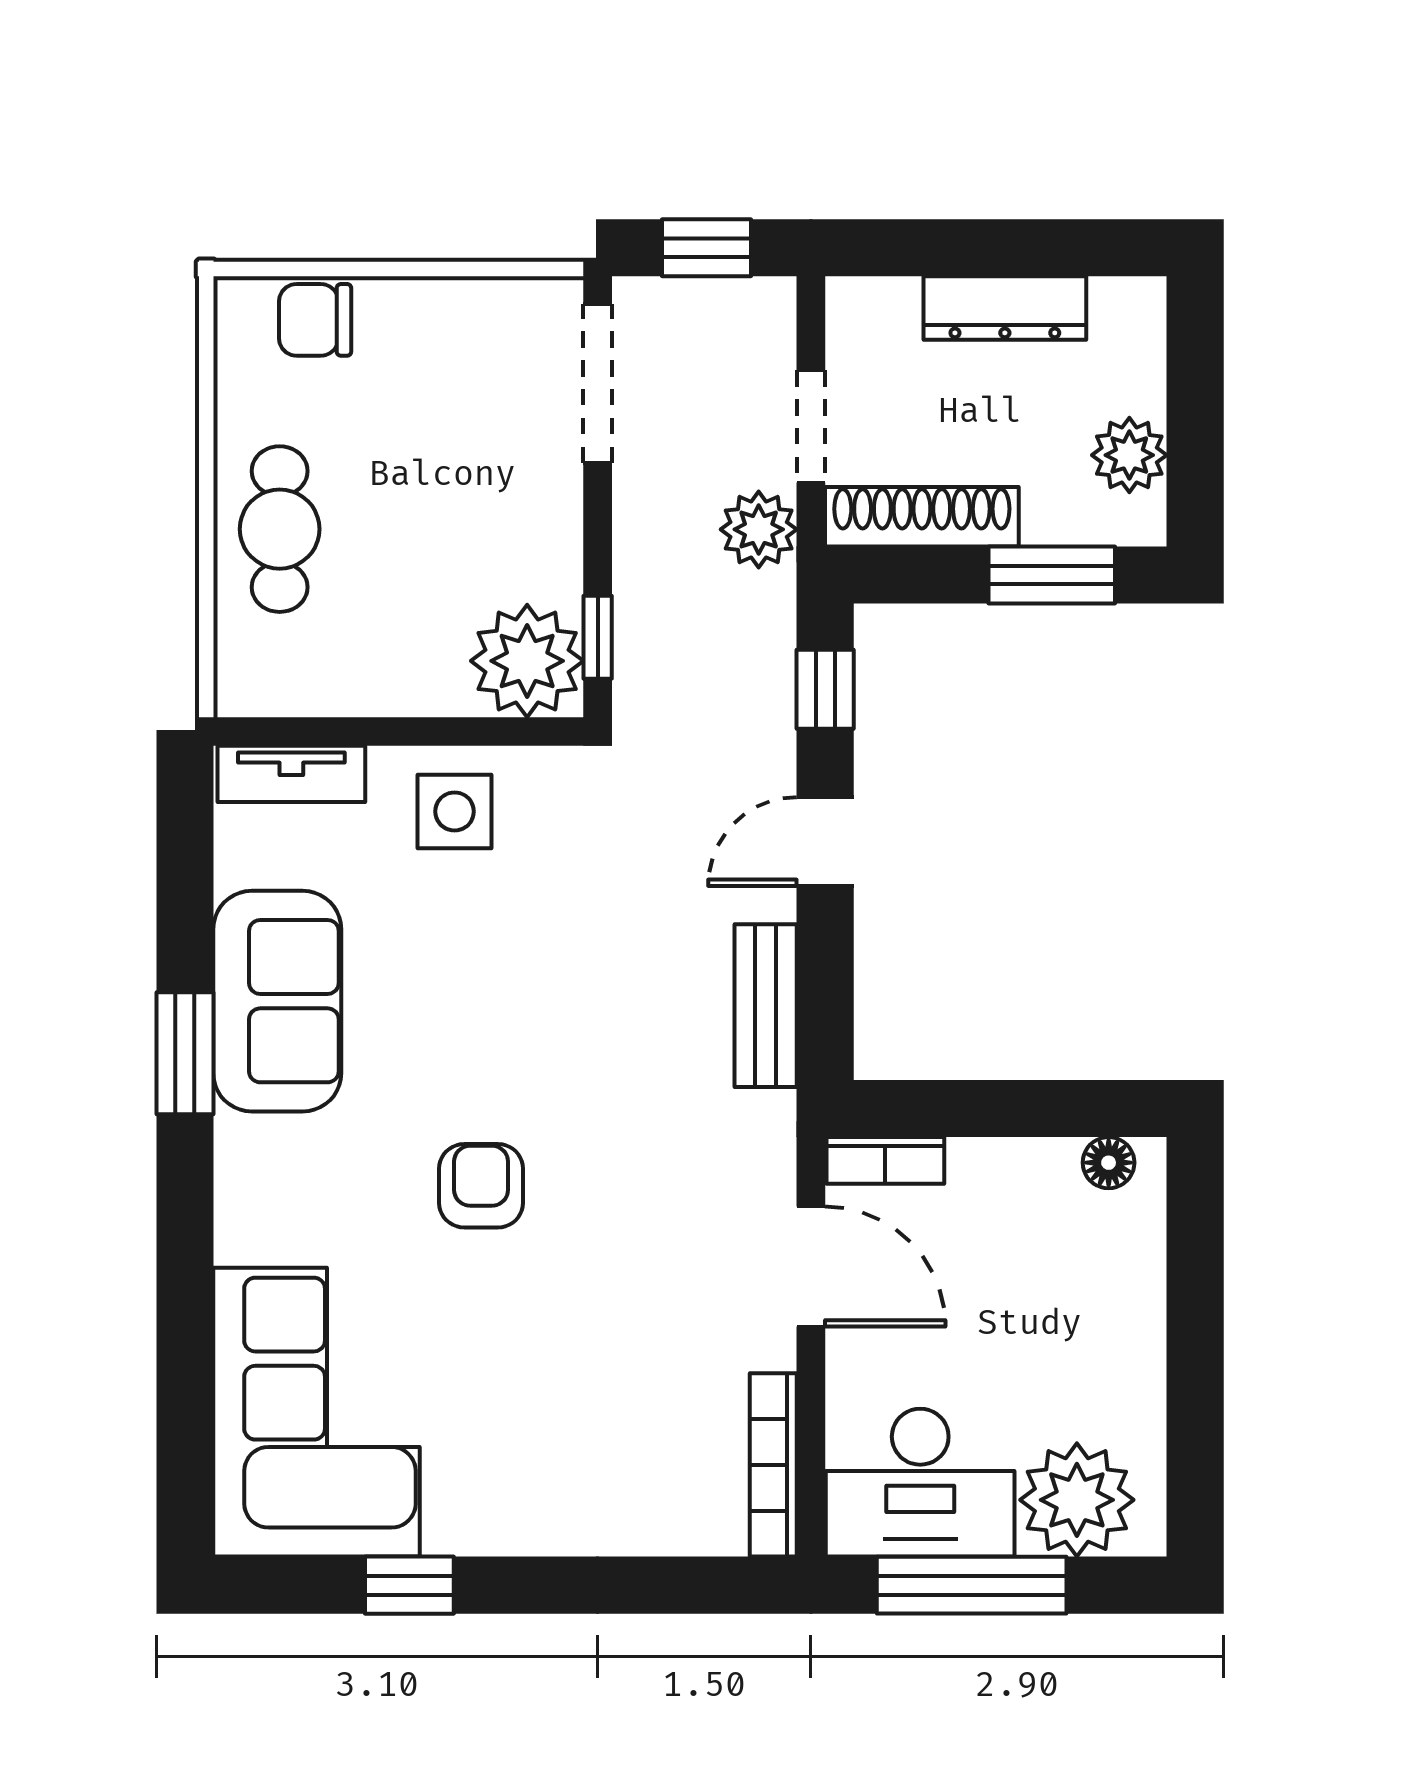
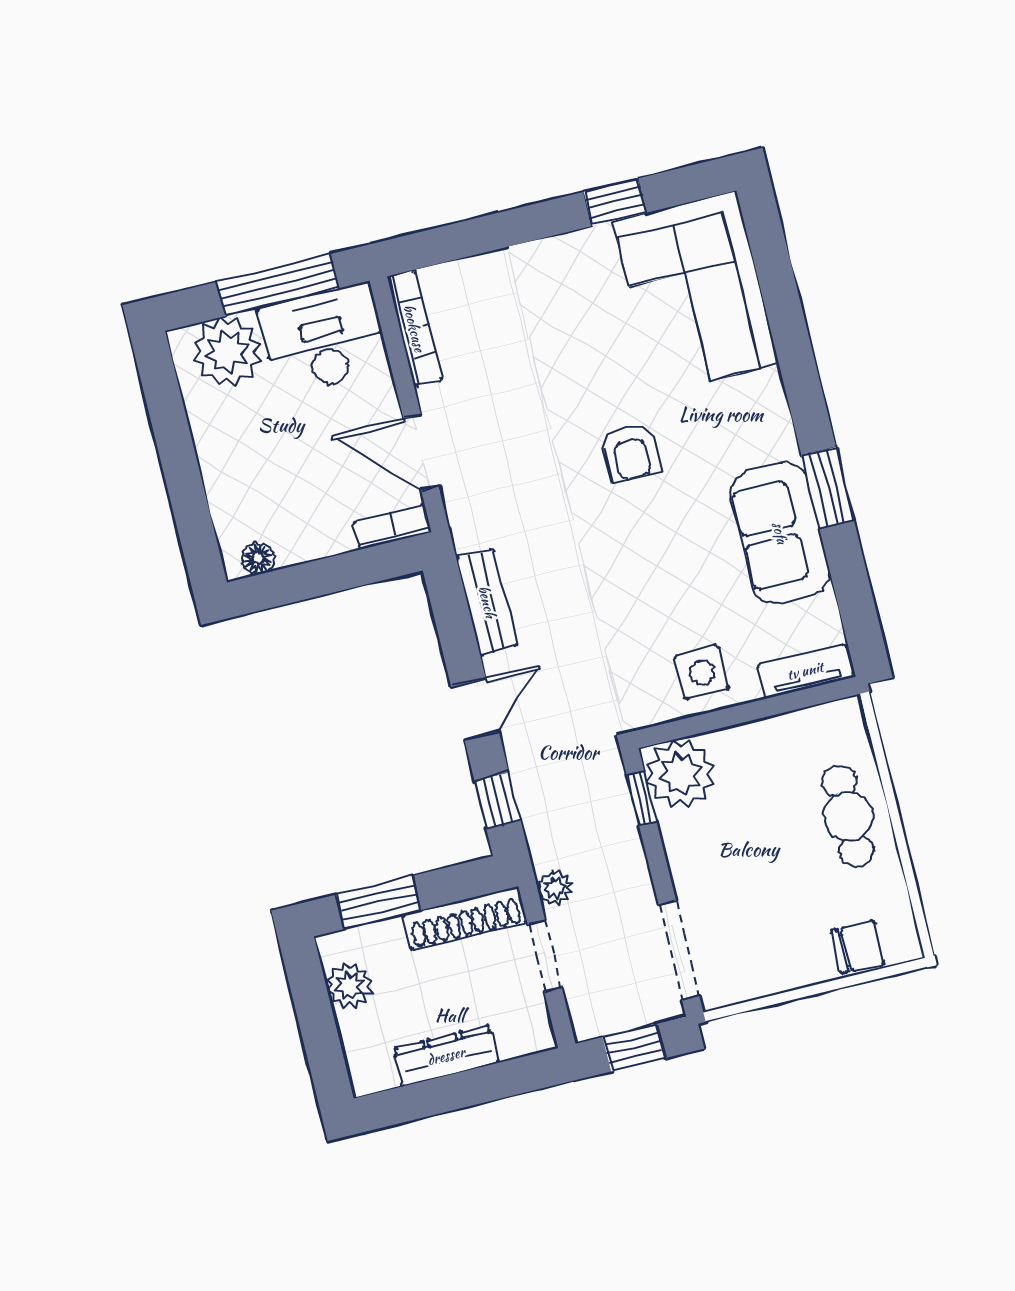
plant: (759, 529) -> (555, 888), width x0.73, depth x0.73

